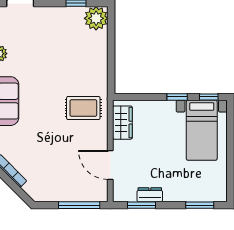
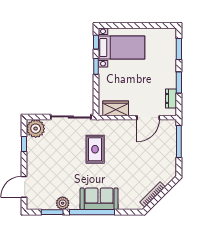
sliding door: (111, 64) -> (71, 117), added
rug: (83, 108) -> (95, 149), moved
dresser: (150, 195) -> (171, 98), moved
window: (142, 205) -> (179, 83), moved

